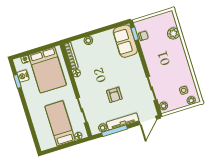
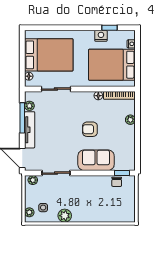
plant: (173, 33) -> (65, 216), moved
sofa: (125, 41) -> (96, 160), moved
nightstand: (23, 76) -> (101, 36), moved
armchair: (114, 95) -> (90, 129), moved
bed: (60, 123) -> (49, 55), width x1.50

